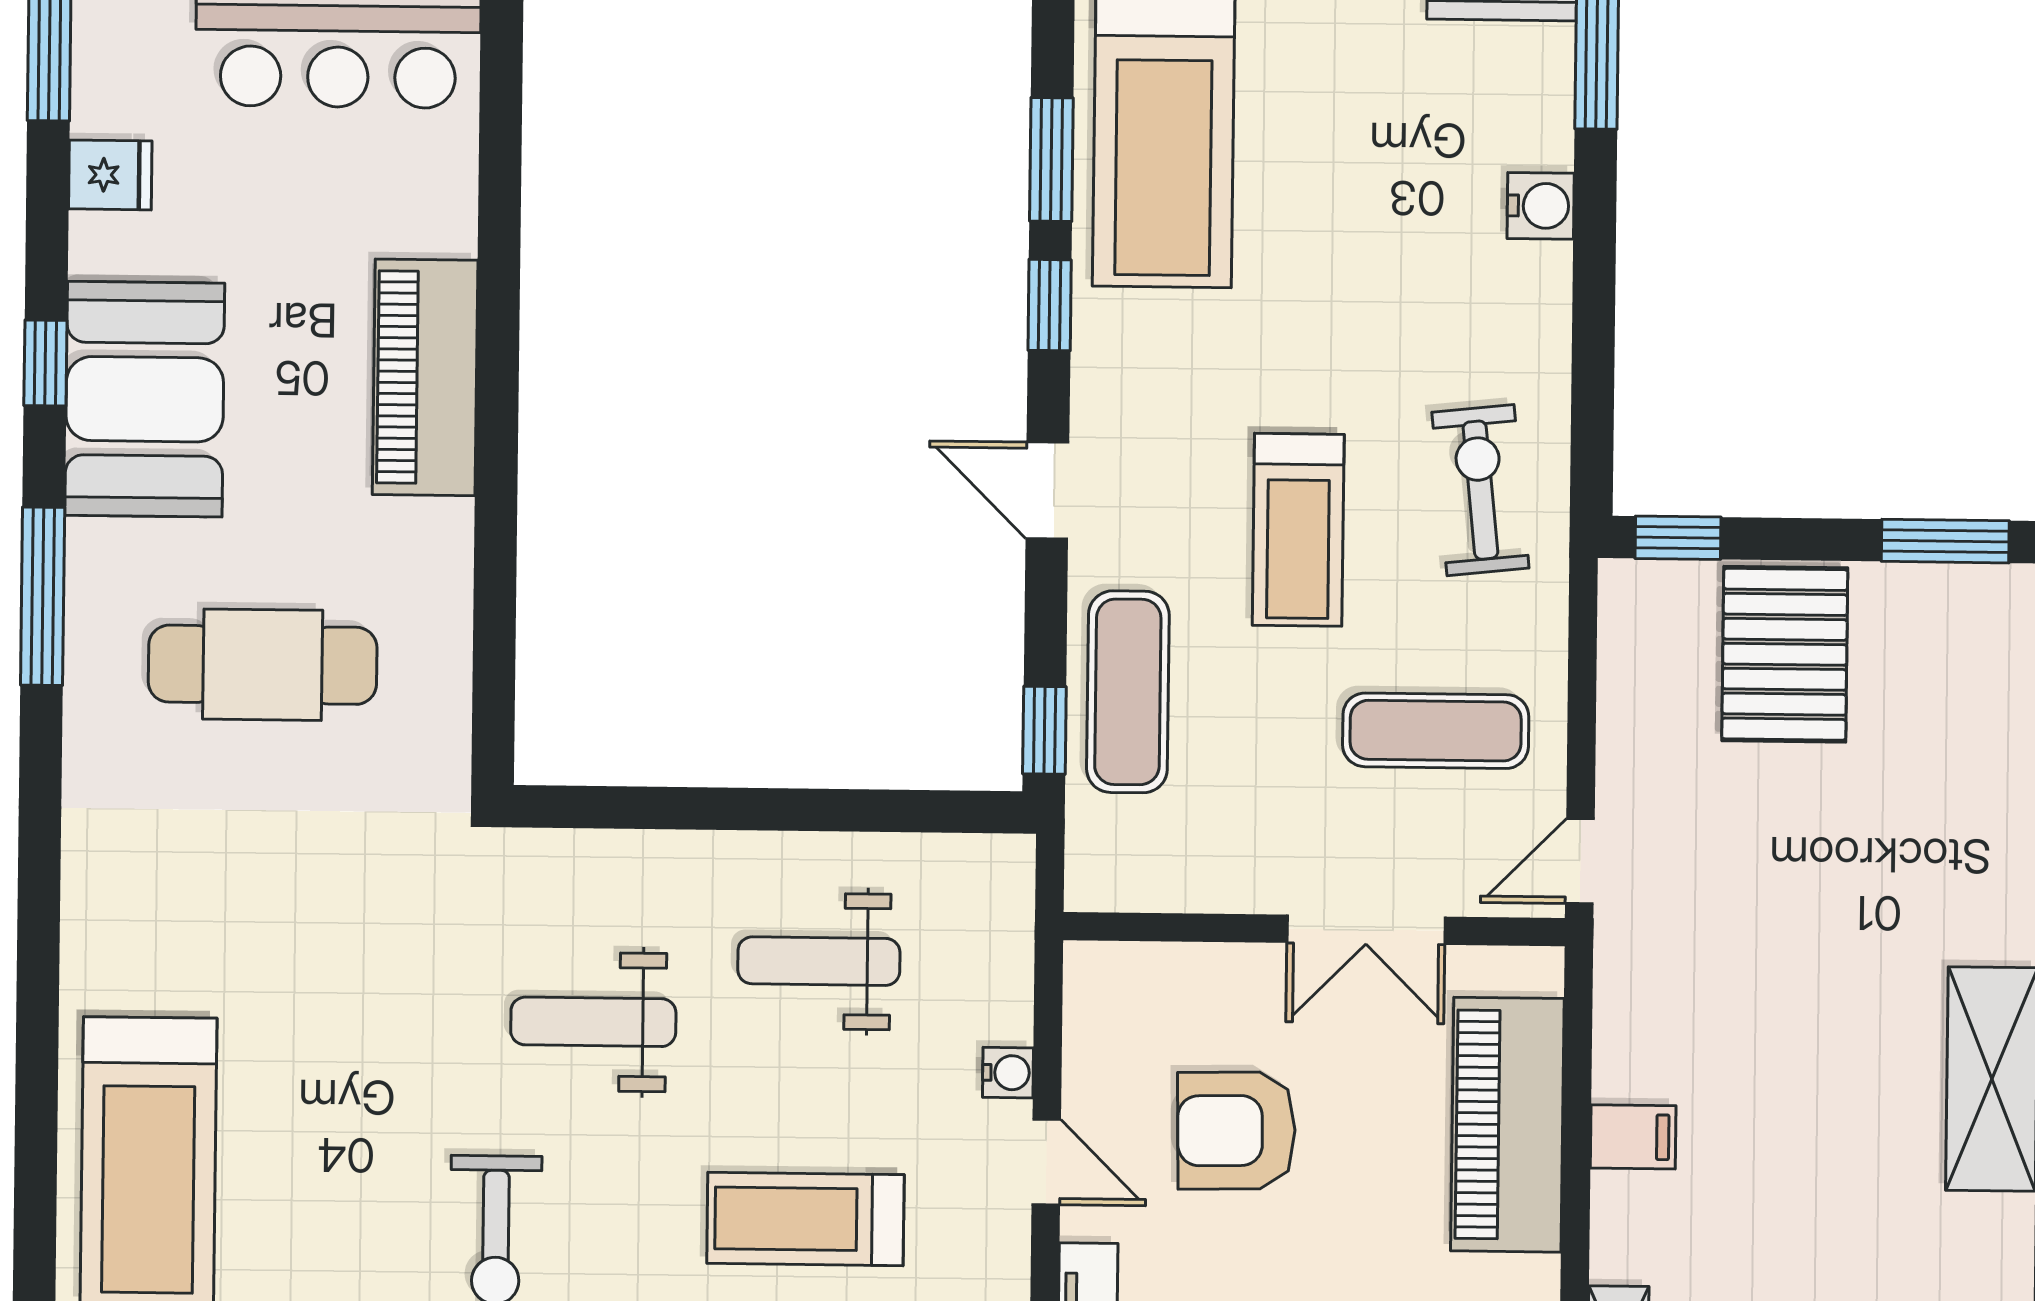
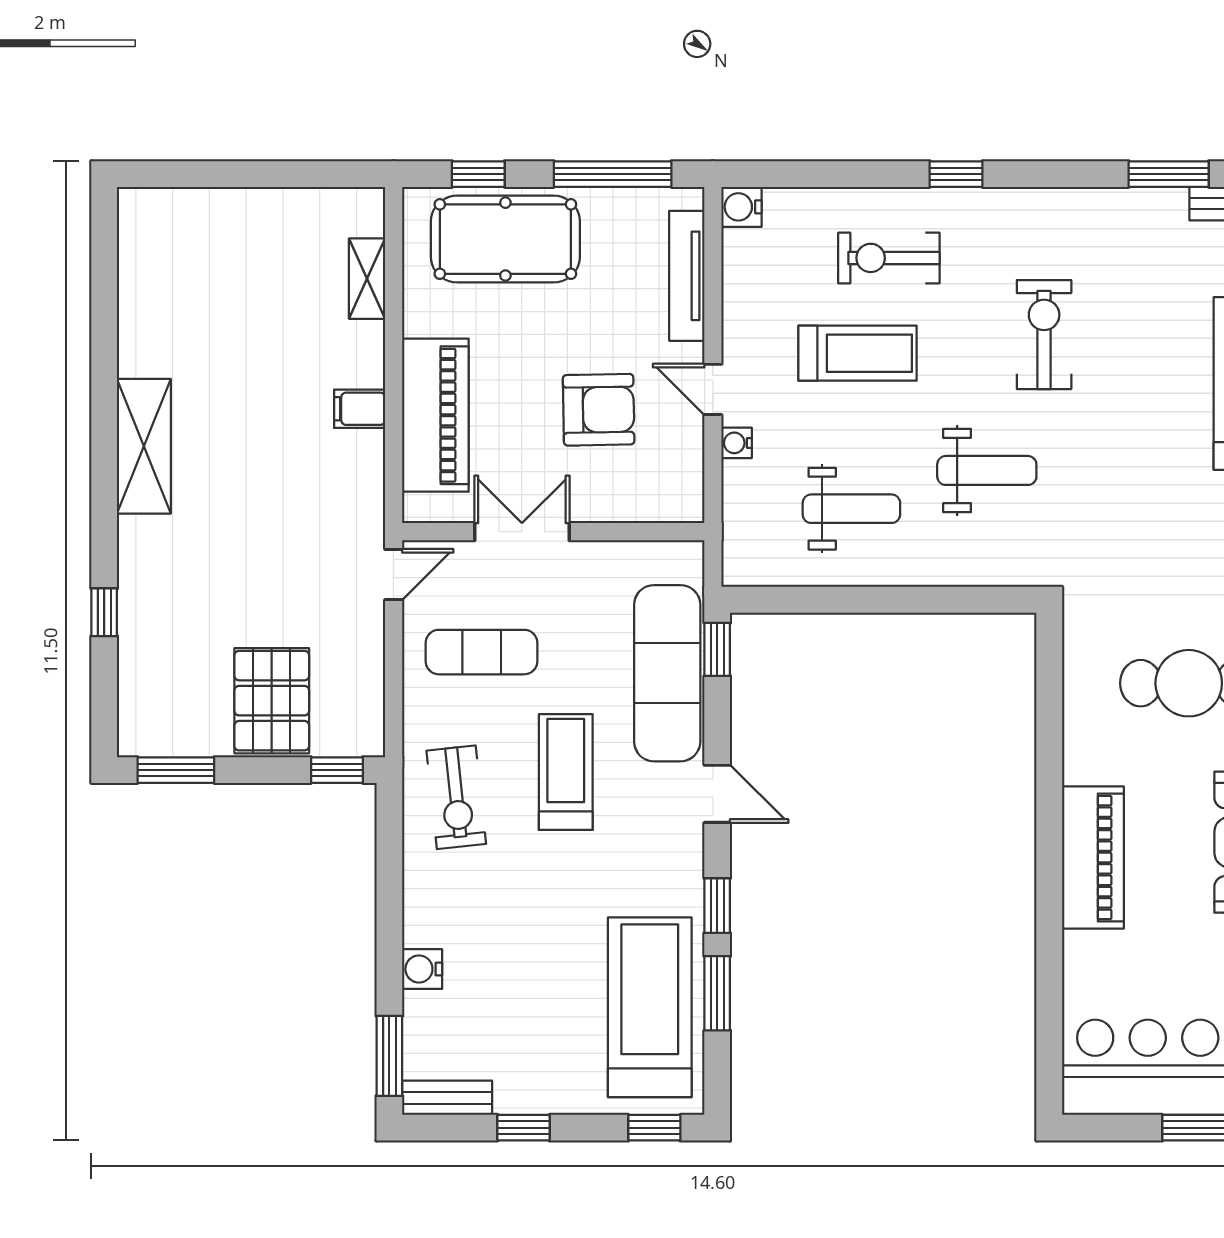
exercise mat: (1128, 692) -> (667, 673), width x1.36, depth x1.45

